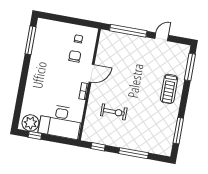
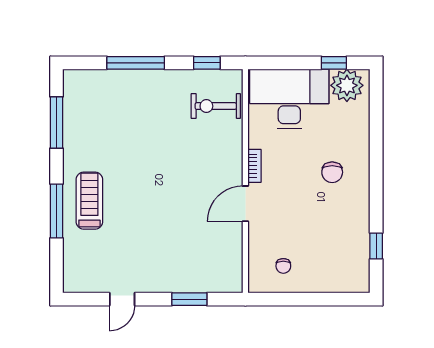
window: (128, 31) -> (189, 299), width x0.47
window: (30, 40) -> (376, 246), width x0.46
chair: (75, 56) -> (332, 172), moved
window: (190, 67) -> (57, 211), moved
exercise bike: (114, 112) -> (216, 106), moved

